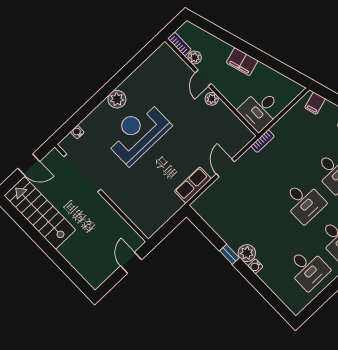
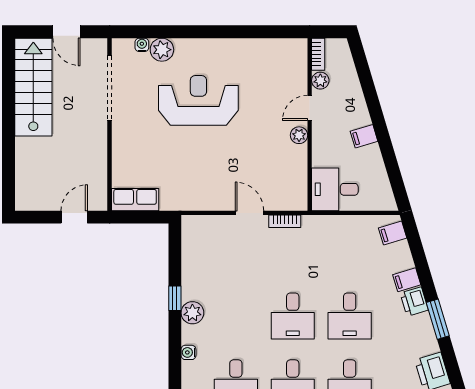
filing cabinet: (242, 62) -> (364, 136), width x0.50
plant: (117, 99) -> (162, 50), moved
bookcase: (263, 141) -> (285, 221), moved
door: (225, 168) -> (249, 213), hinge flipped
row of seats: (193, 185) -> (135, 200), moved
water cooler: (255, 266) -> (188, 352), moved

